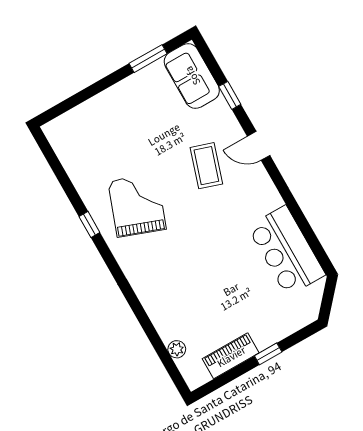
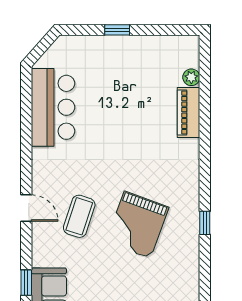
window: (230, 95) -> (26, 283), moved
grand piano: (137, 205) -> (137, 225), moved
piano: (231, 356) -> (188, 112), moved, turned 90

